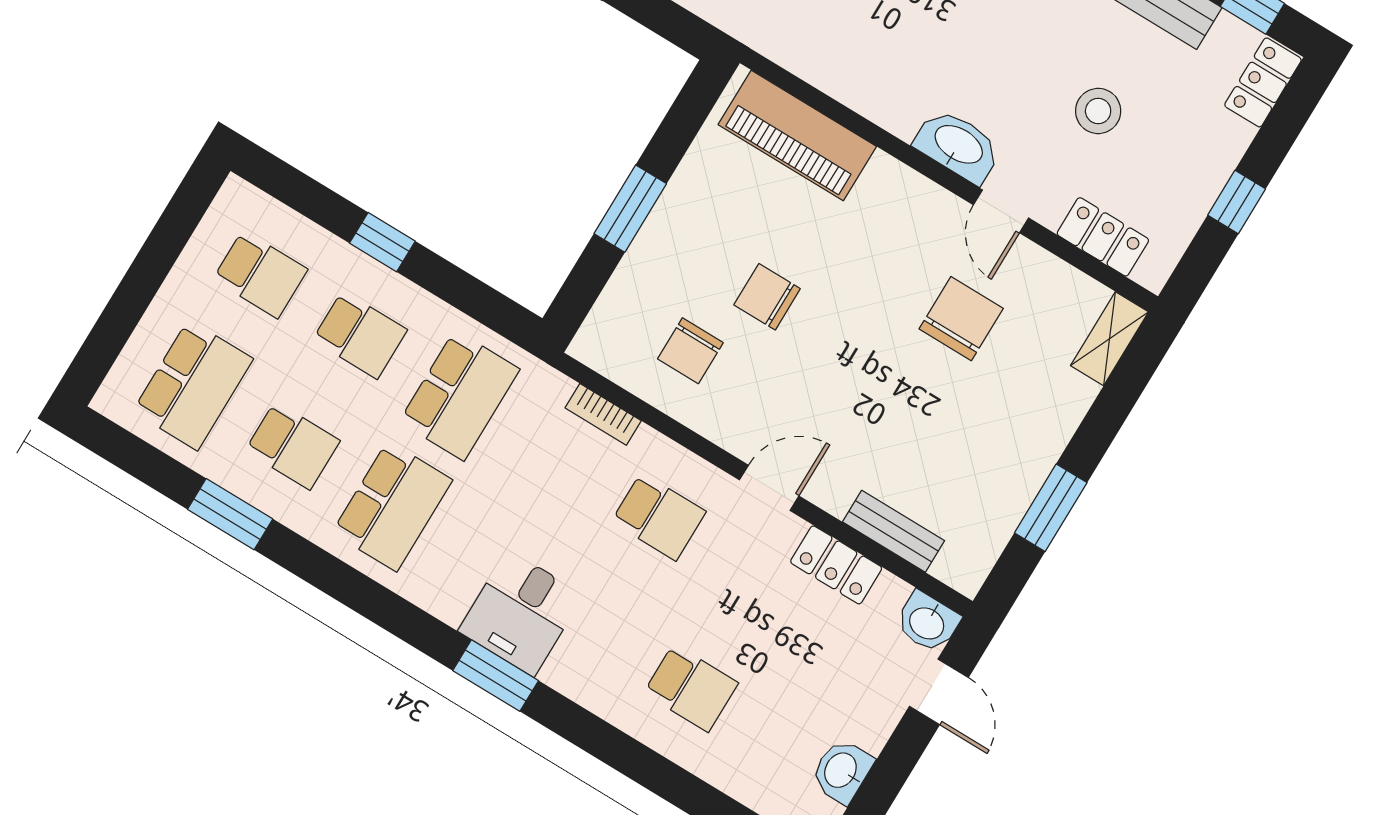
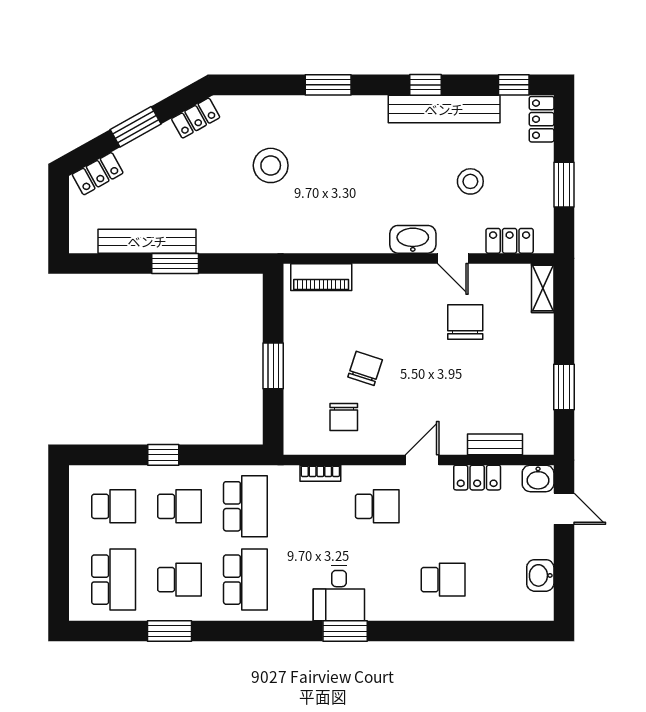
piano: (797, 135) -> (321, 277), width x0.73, depth x0.75
window: (1237, 202) -> (564, 185), width x1.50
chair: (767, 297) -> (365, 368), turned 108

